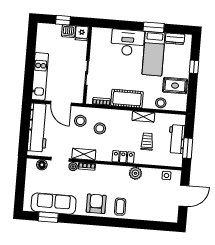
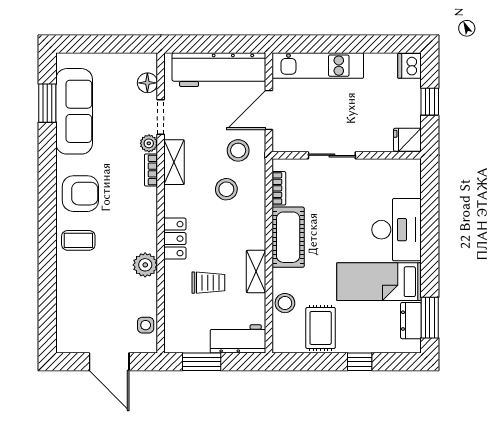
window: (154, 27) -> (430, 318), moved
dishwasher: (68, 31) -> (409, 66), moved
workbench: (177, 139) -> (238, 339), moved

